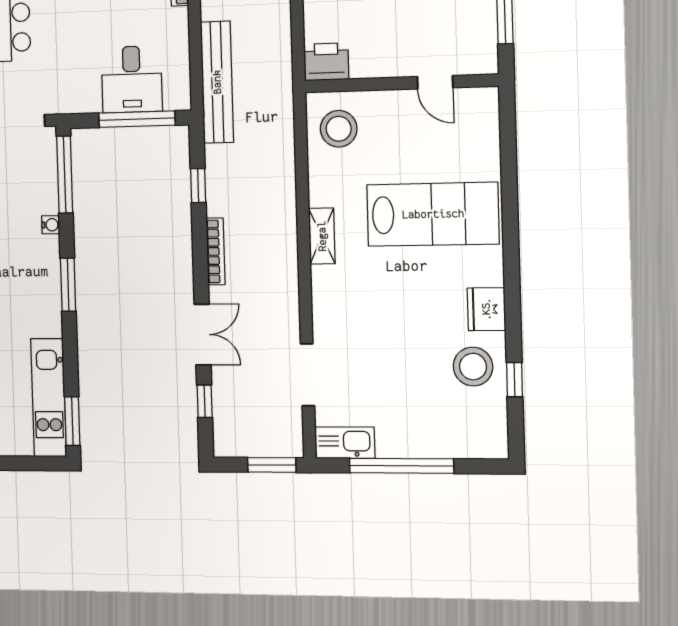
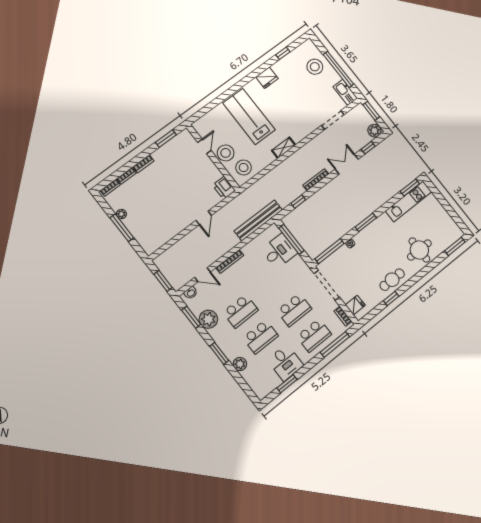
stool: (392, 115) -> (226, 153), added
stool: (473, 367) -> (315, 67), moved
plant: (229, 440) -> (374, 131), added

